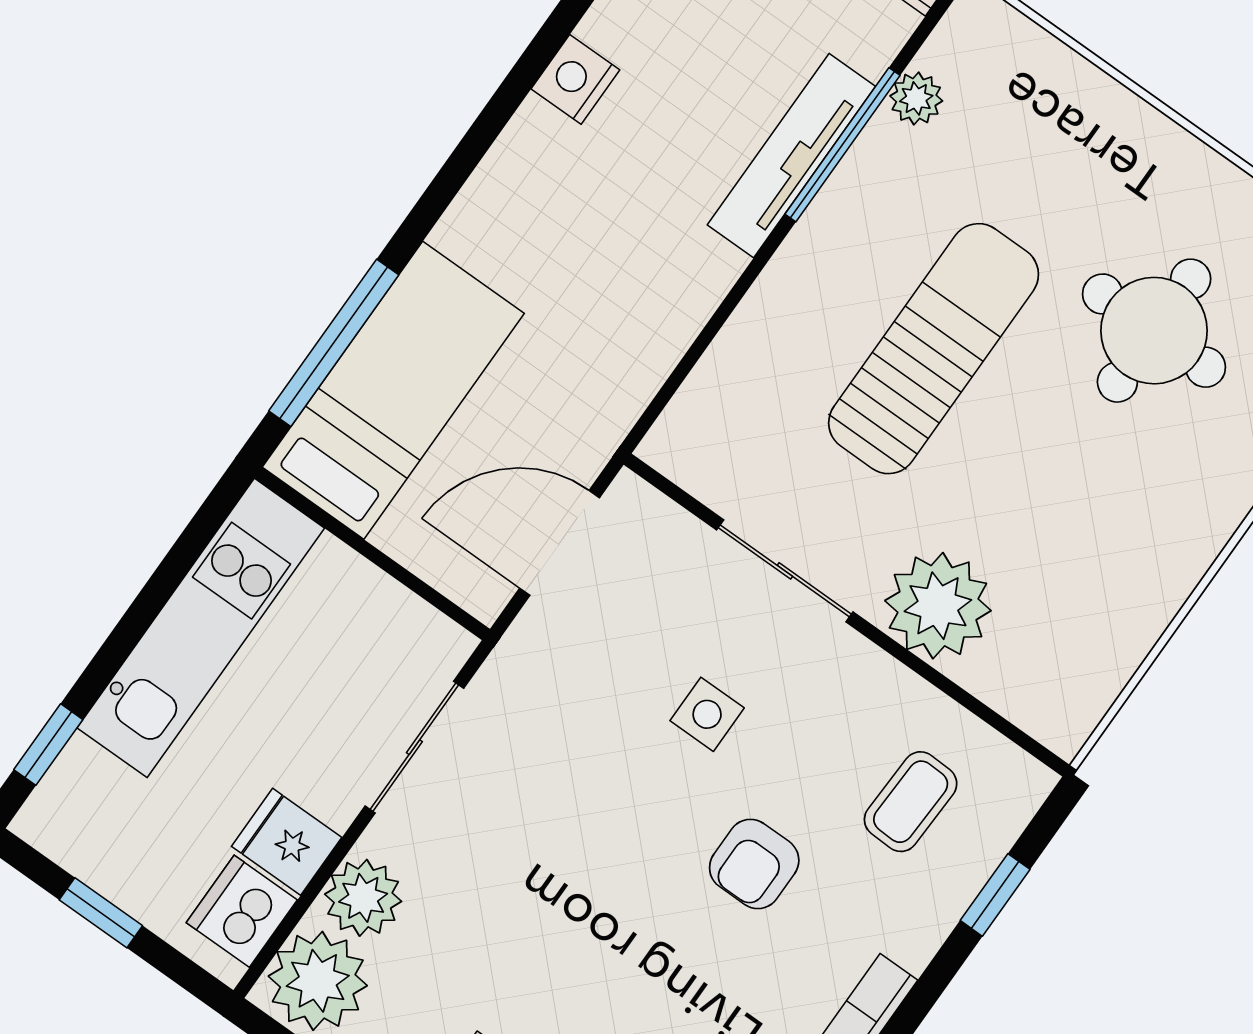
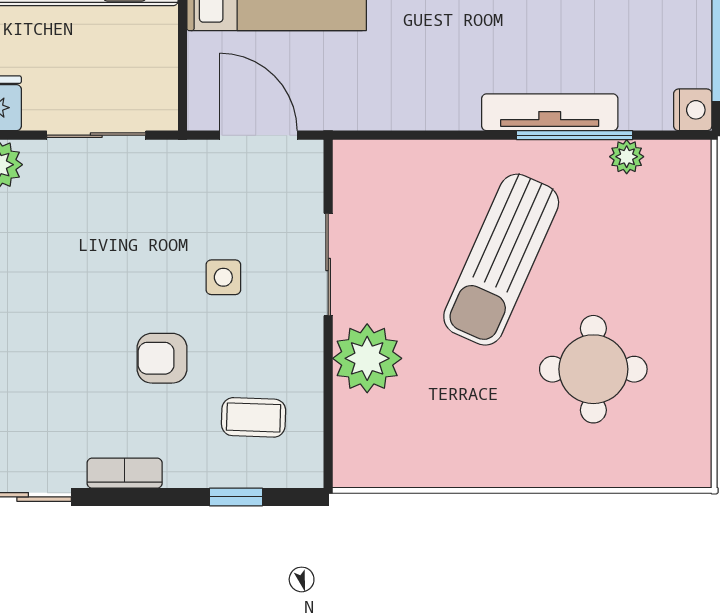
sun lounger: (934, 349) -> (501, 260), turned 114

